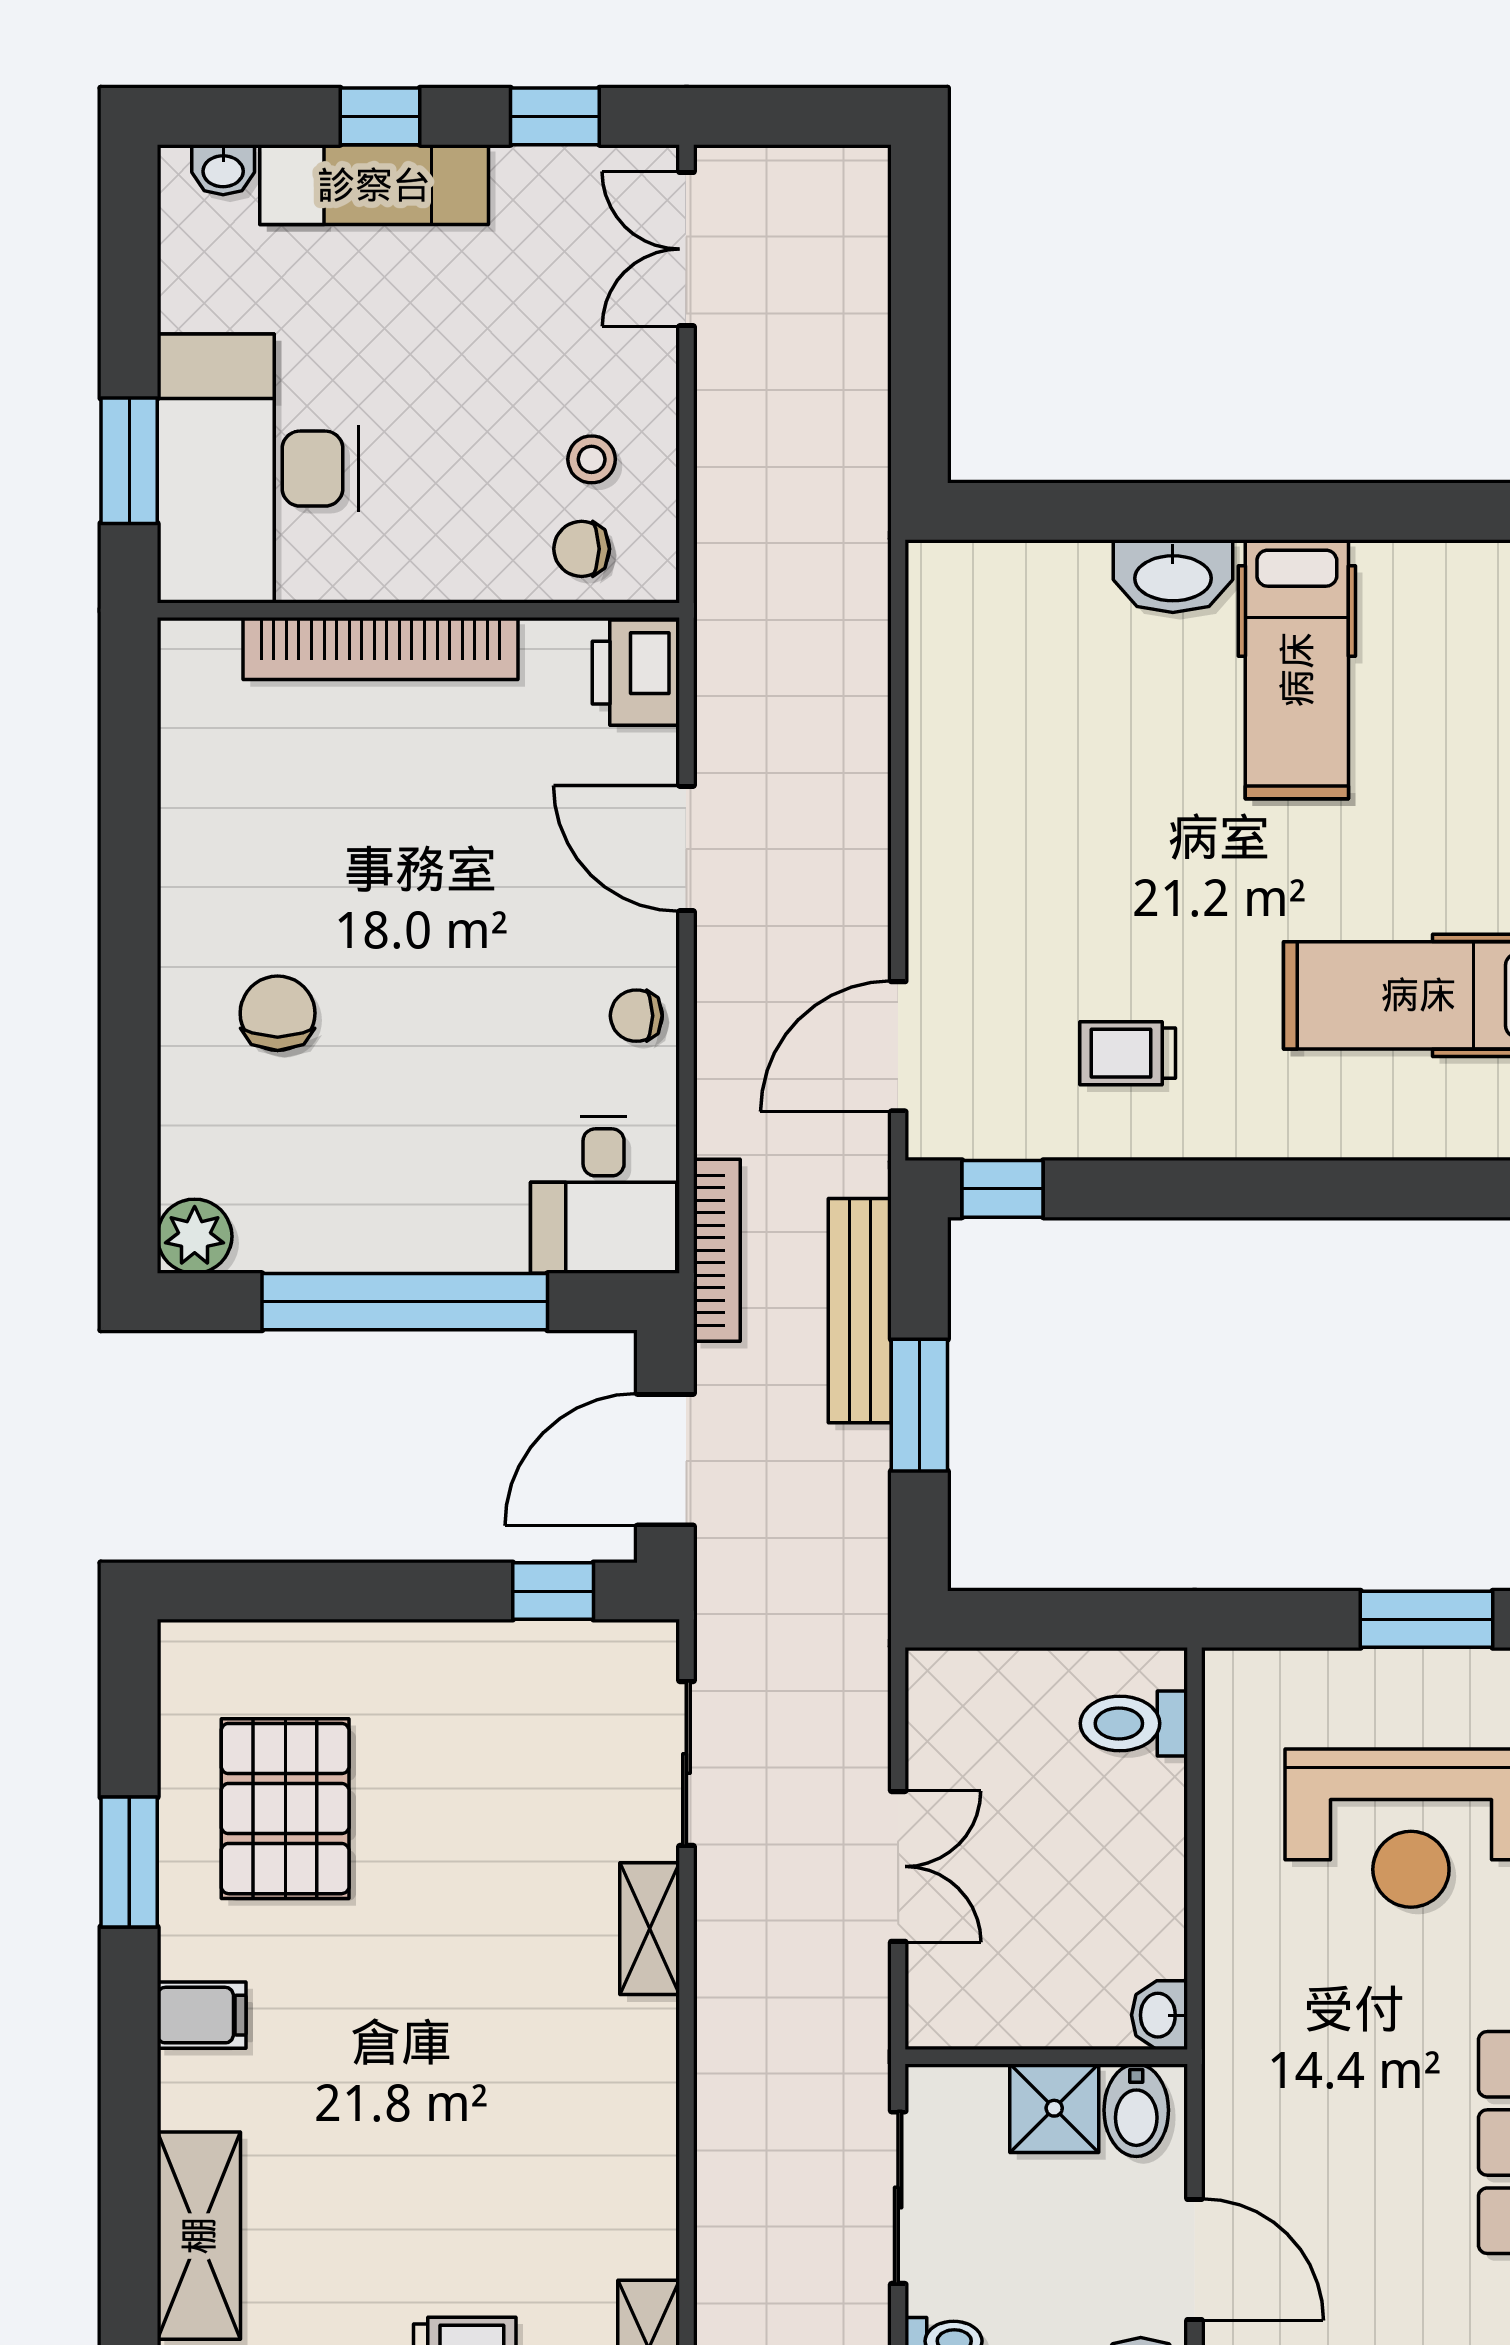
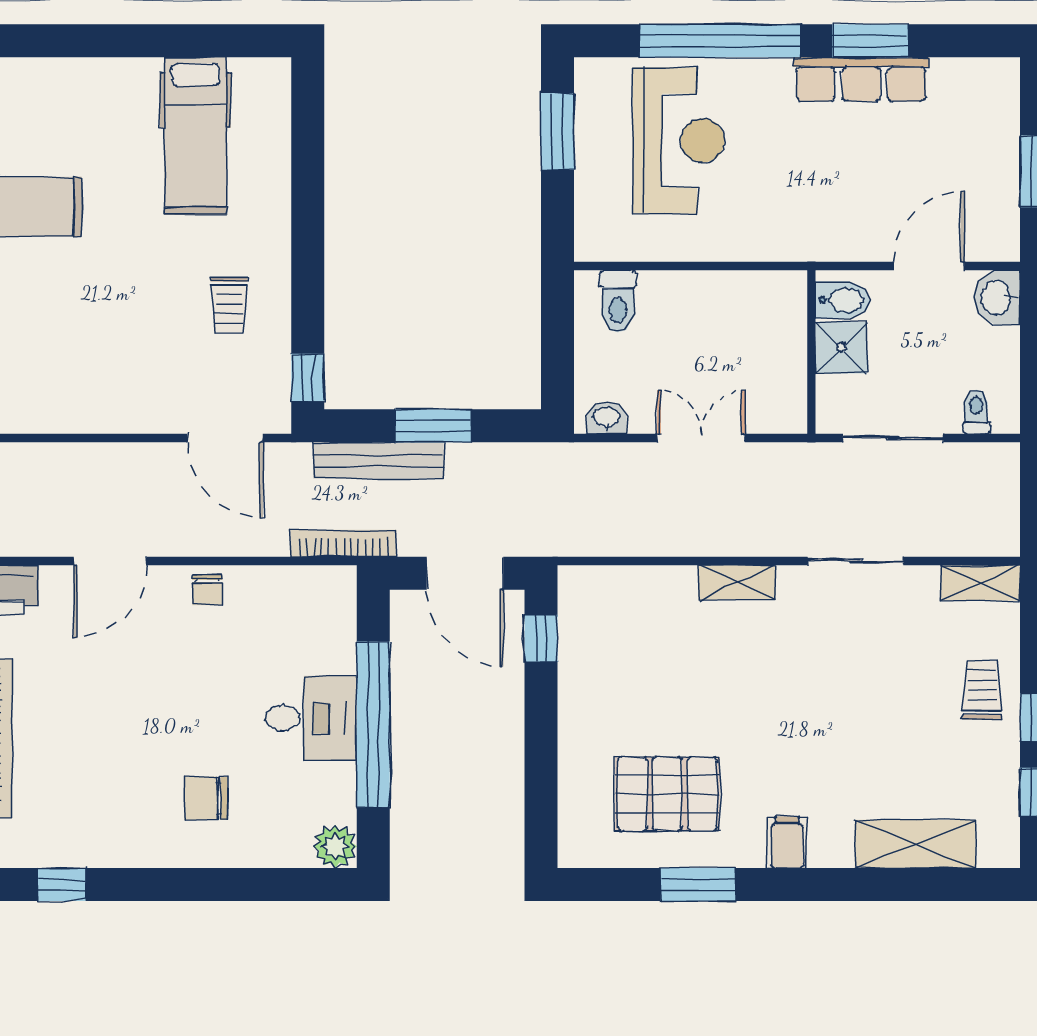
window: (129, 765) -> (62, 884), added
desk: (604, 1195) -> (311, 718), moved
sliding door: (686, 1763) -> (855, 561), moved
washbasin: (1160, 2015) -> (607, 418), moved, turned 180

